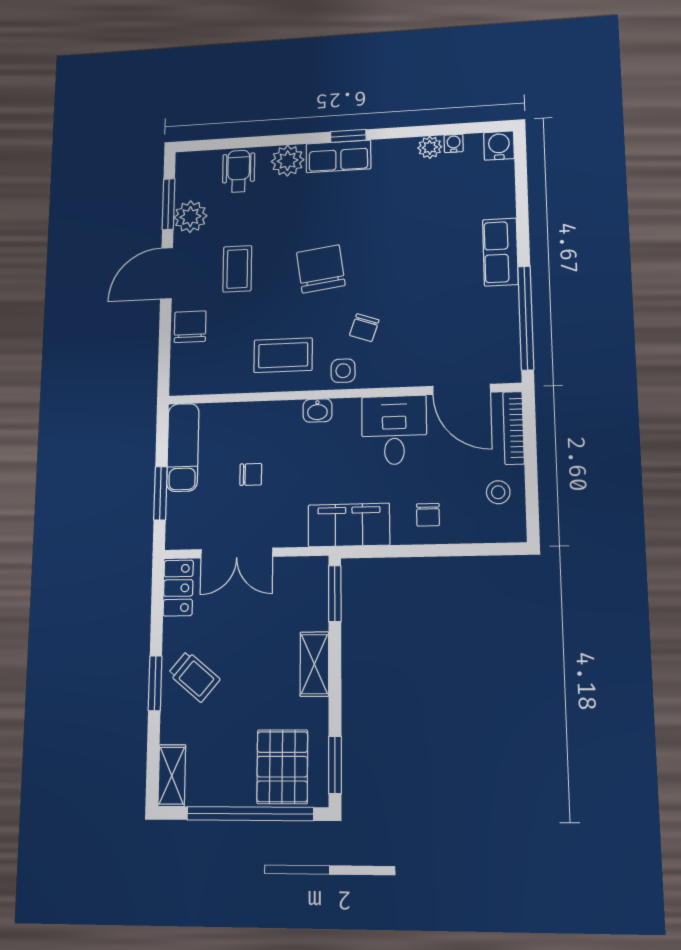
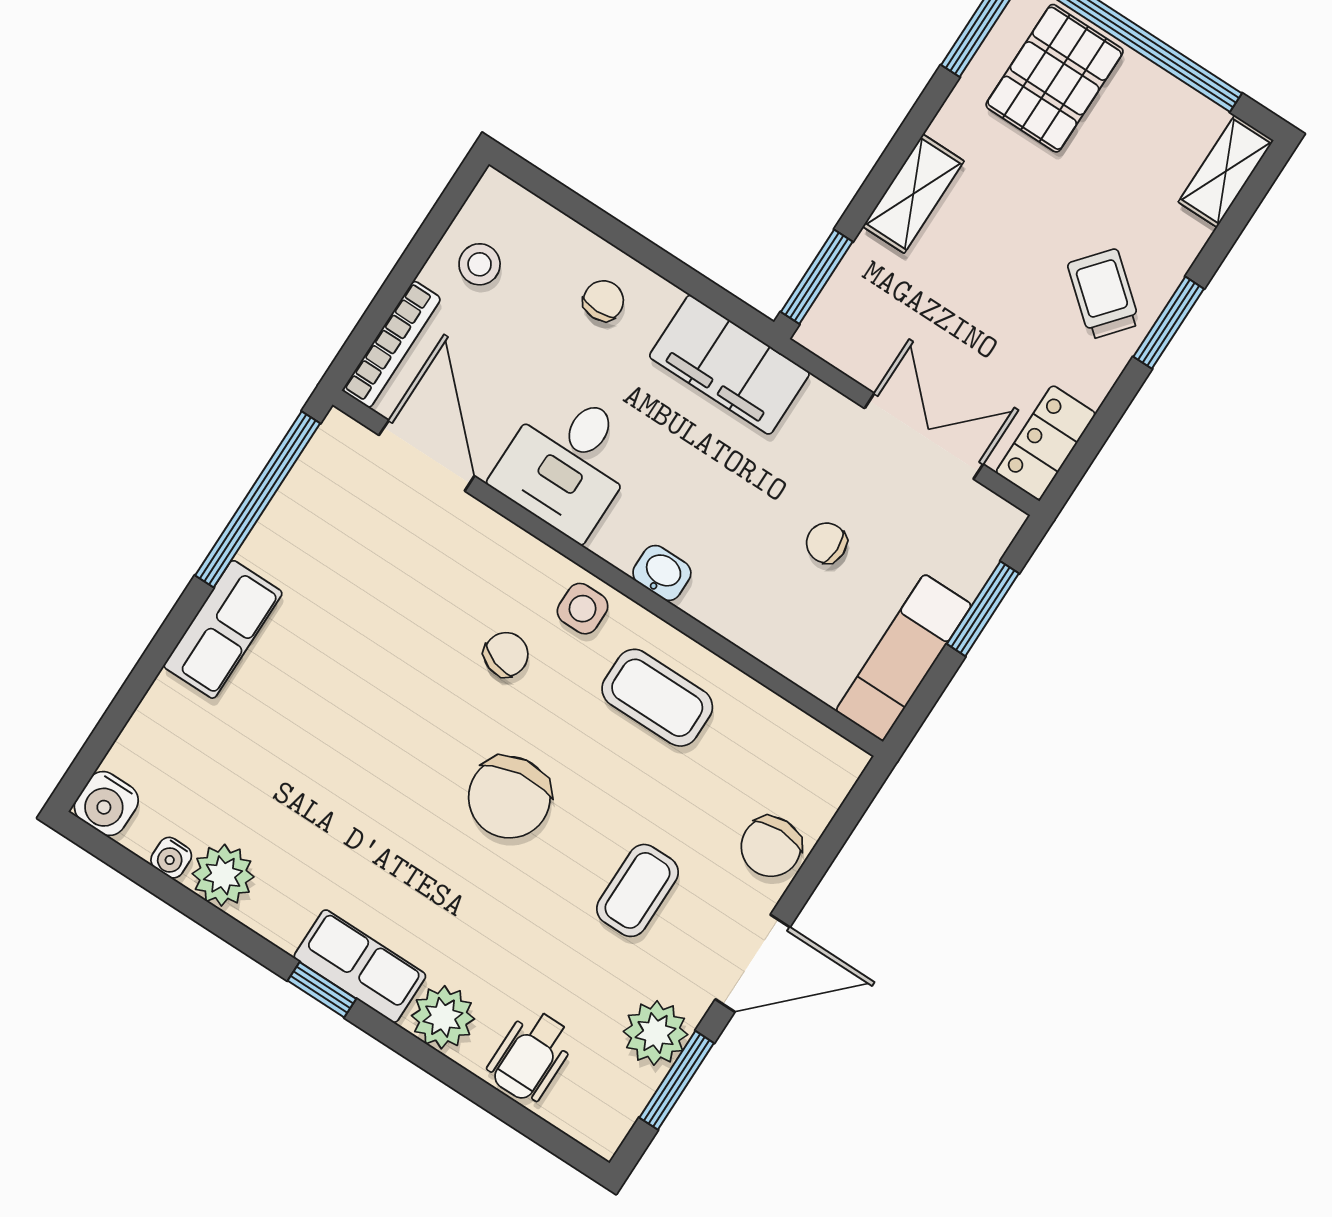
plant: (430, 147) -> (223, 875), width x1.38, depth x1.38

